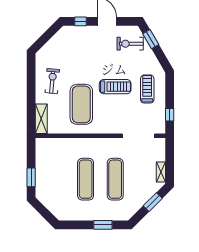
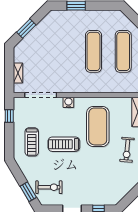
water cooler: (111, 128) -> (68, 102), added
shelving: (161, 172) -> (18, 73), moved
exercise mat: (115, 179) -> (123, 51), moved

